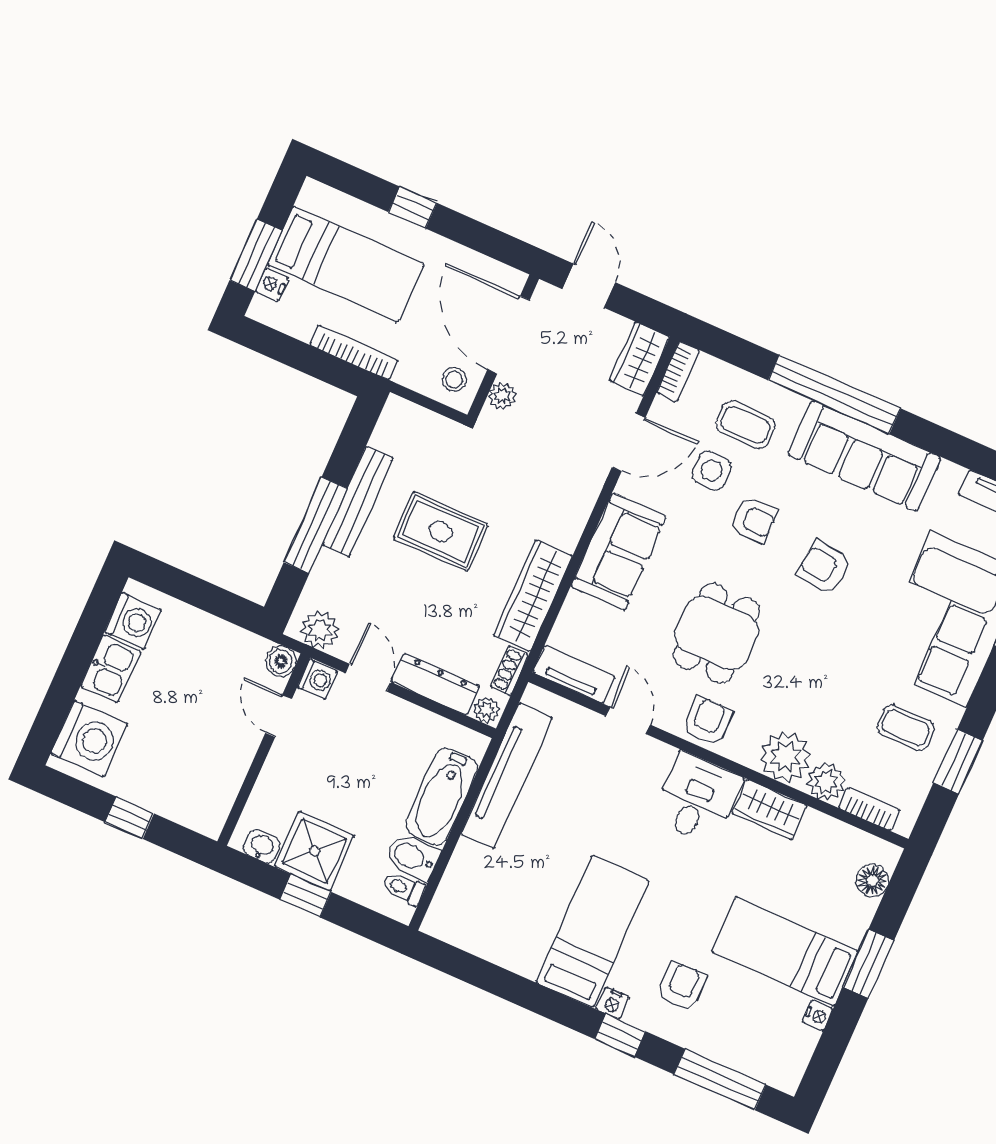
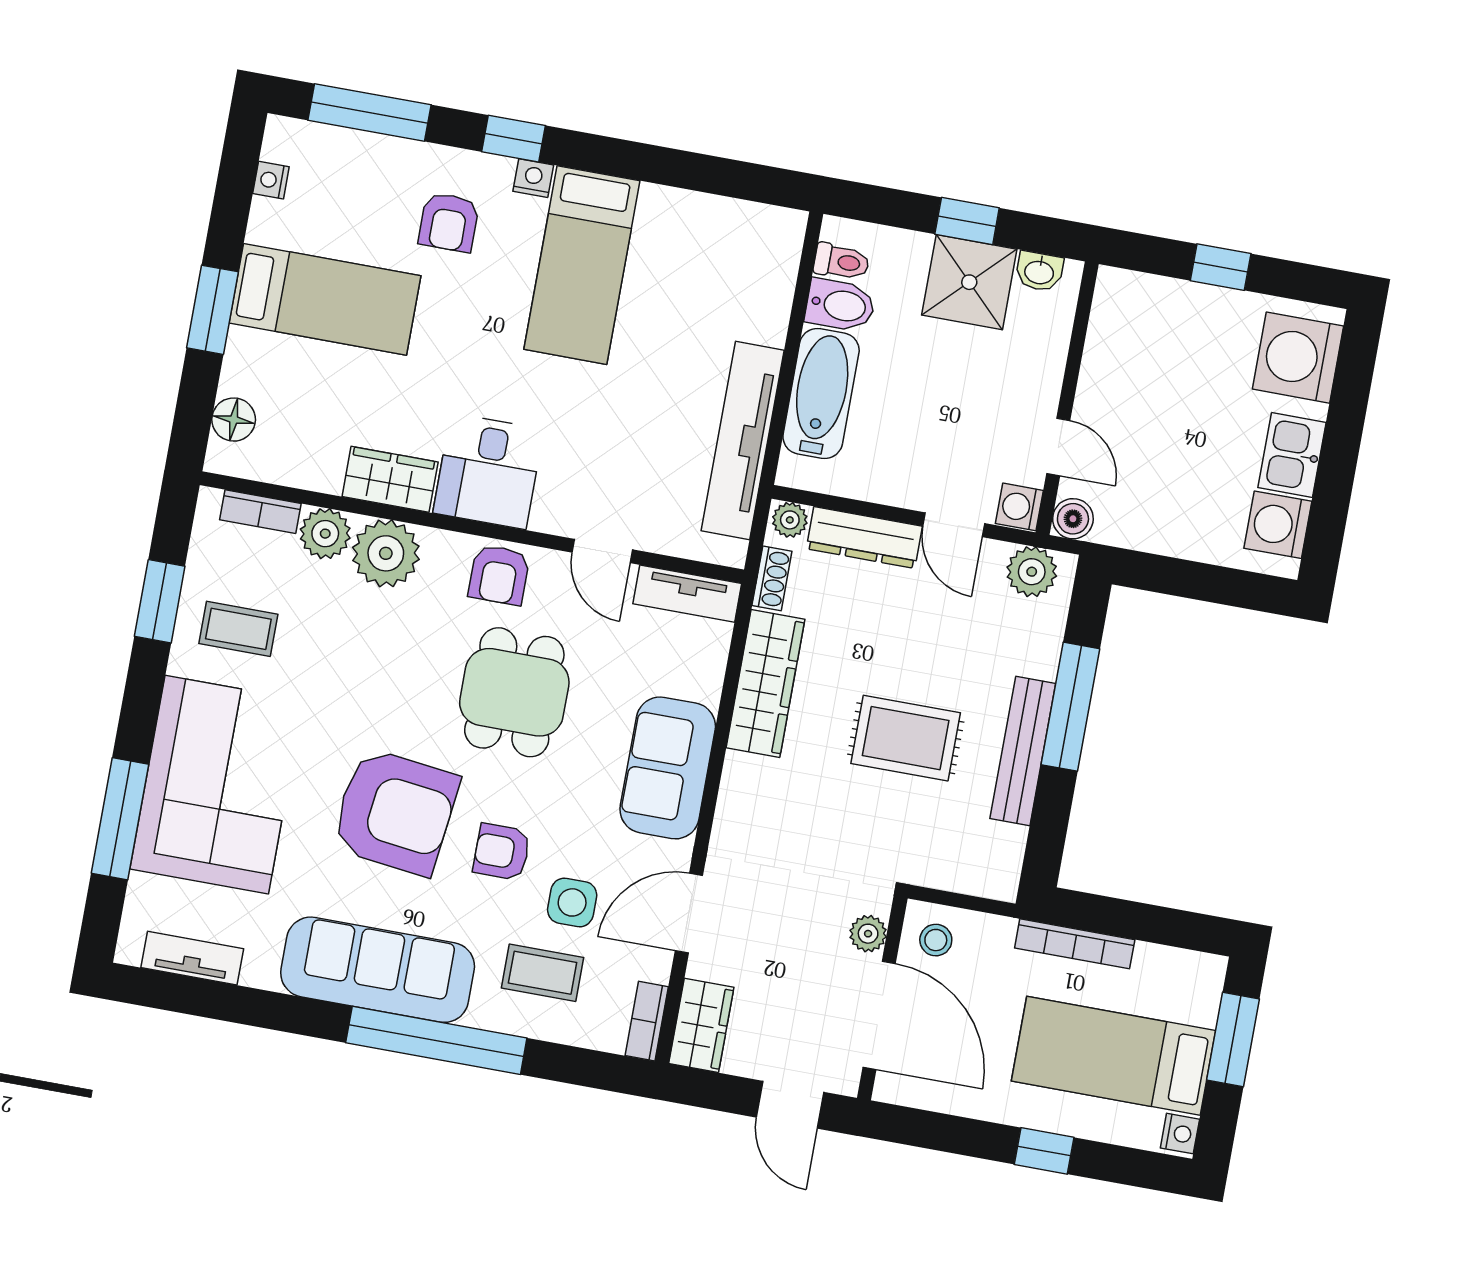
nightstand: (272, 284) -> (1180, 1134), moved
armchair: (824, 568) -> (395, 812), width x1.88, depth x1.88
nightstand: (817, 1016) -> (271, 180), moved

